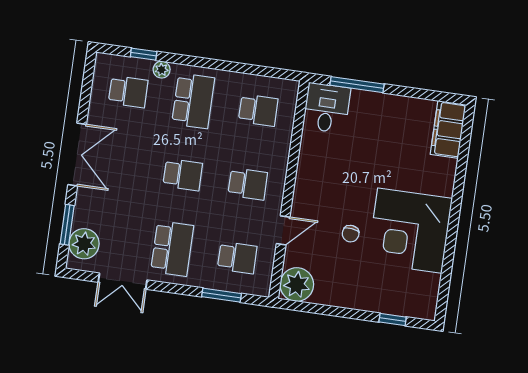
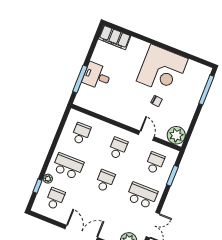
desk: (327, 108) -> (97, 76), moved
window: (393, 319) -> (206, 90), width x2.17

